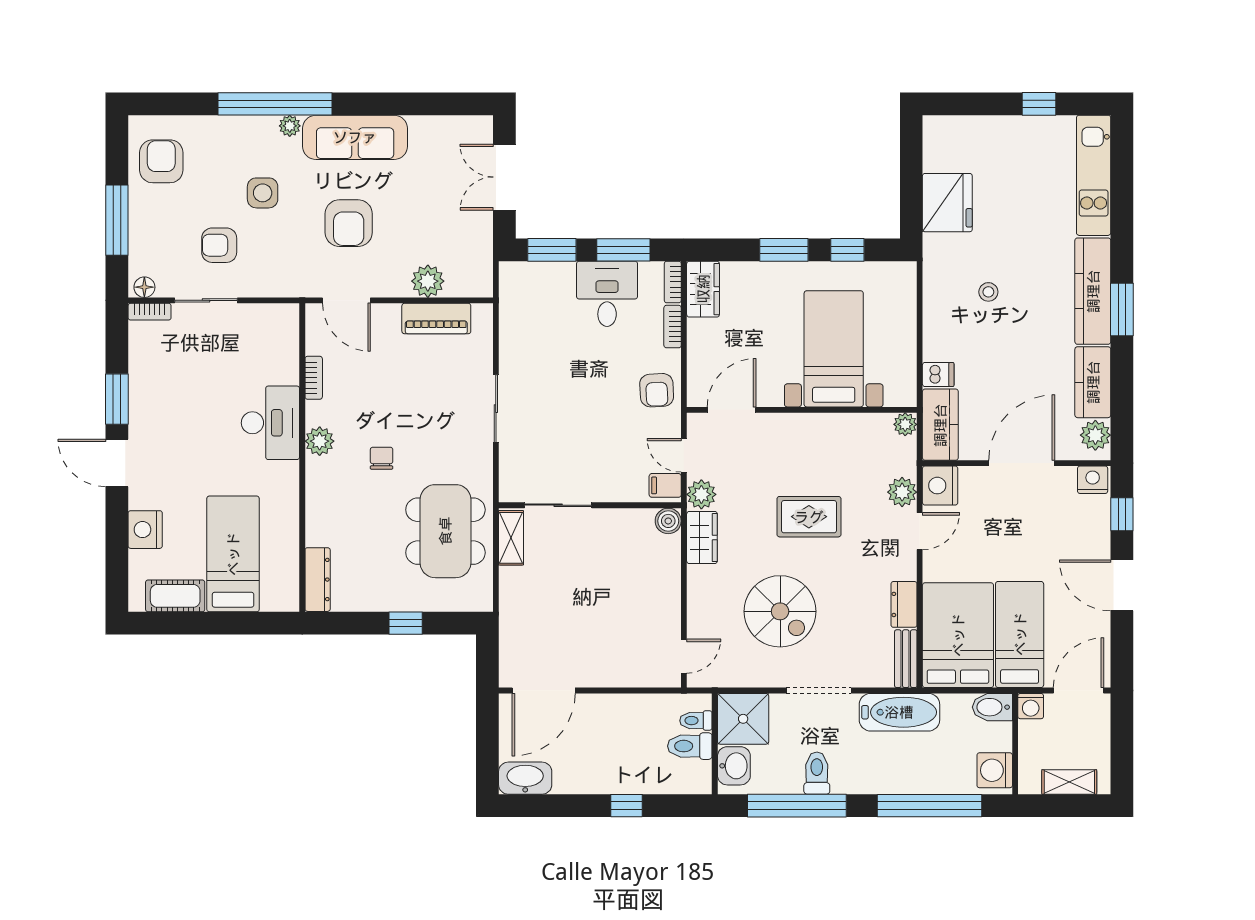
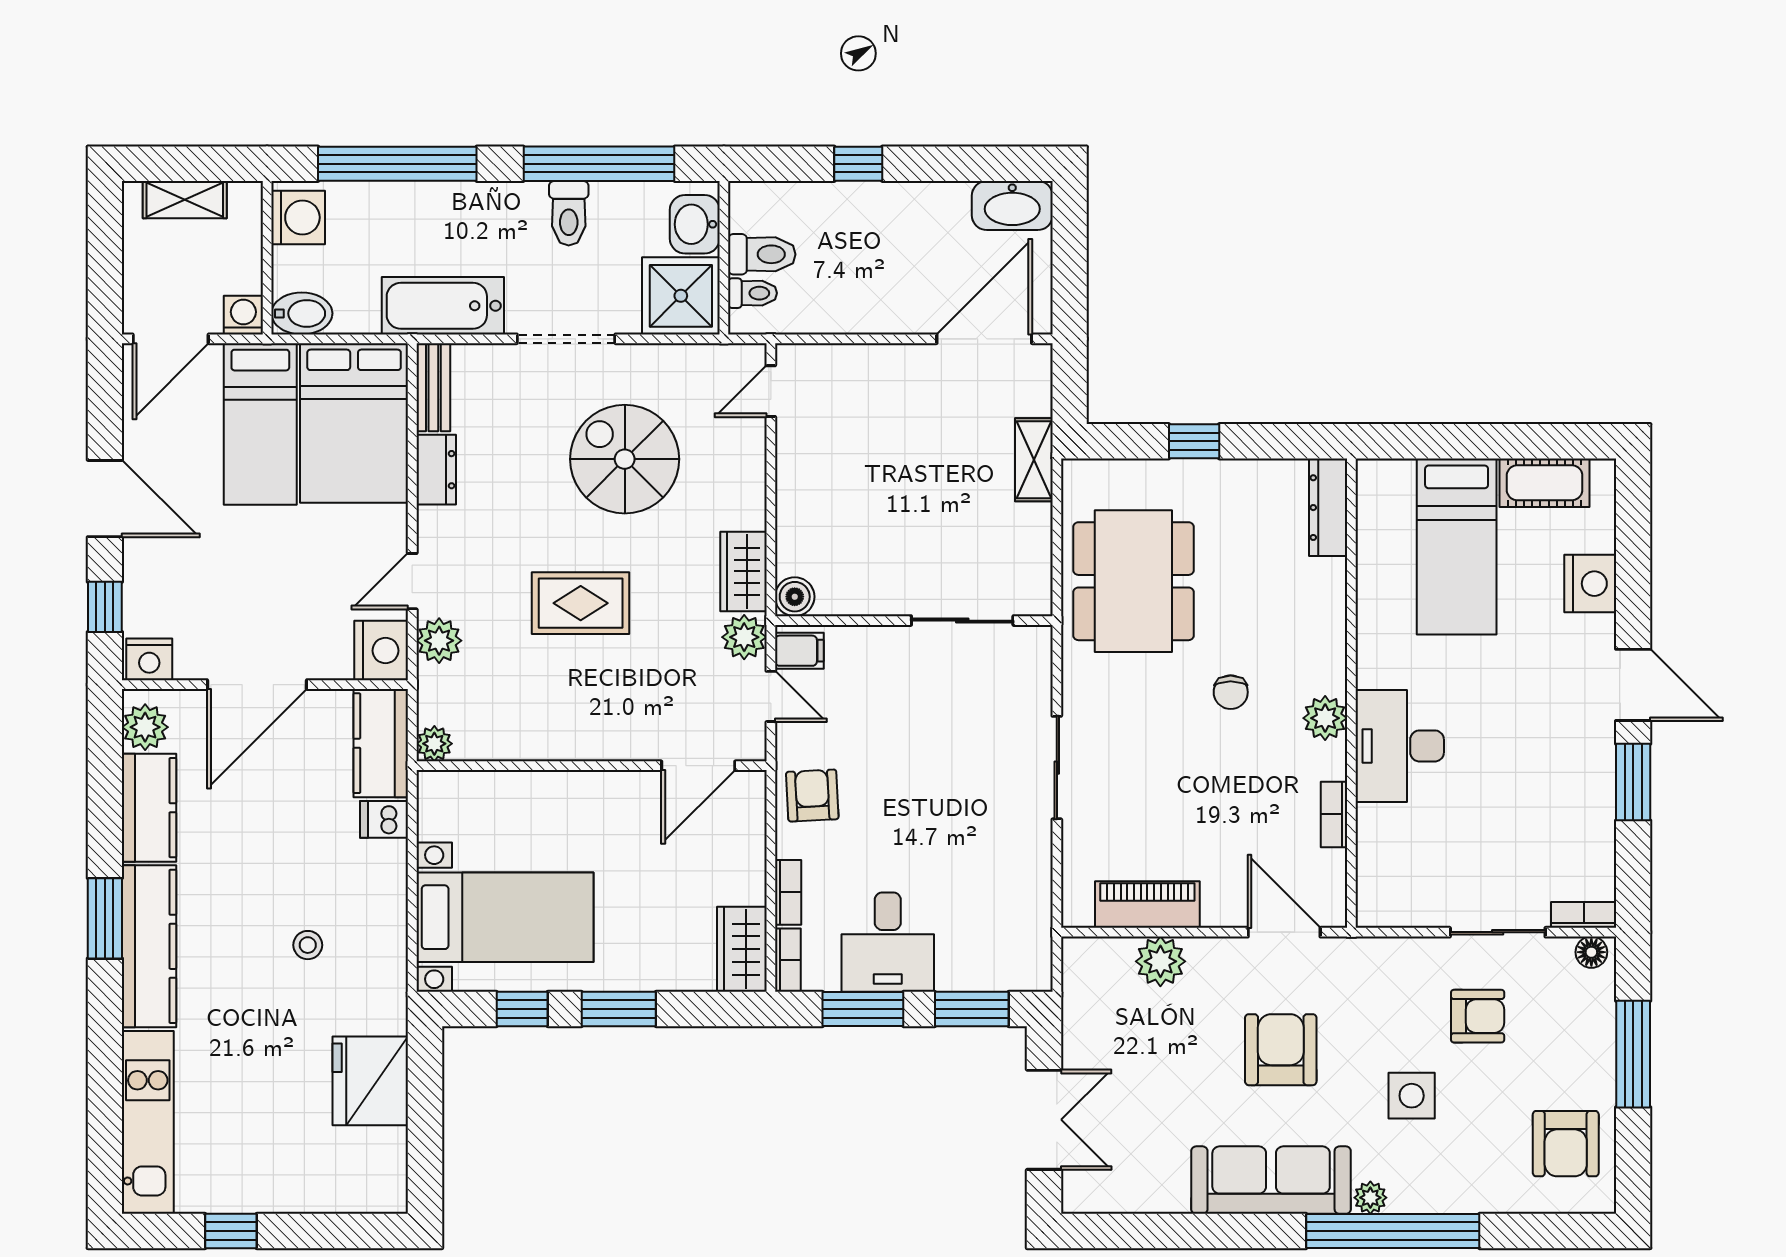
bed with nightstands: (834, 349) -> (505, 917), moved, turned -90
shelving: (511, 538) -> (1034, 460), moved

